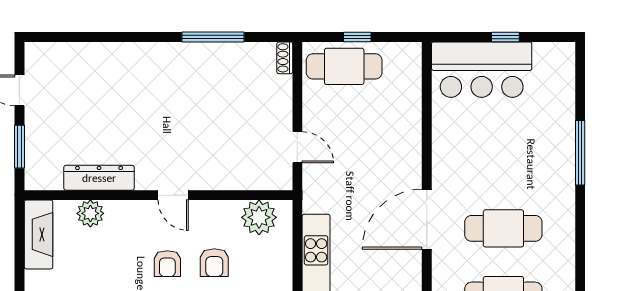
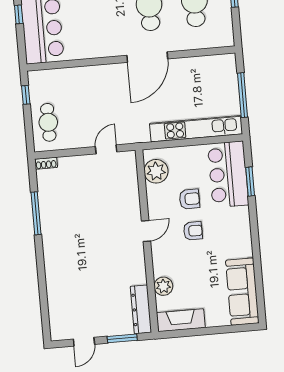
window: (357, 37) -> (26, 95), moved
cafe table: (344, 66) -> (48, 122), width x0.73, depth x0.74
dresser: (99, 178) -> (141, 309), moved
door: (427, 219) -> (147, 57), hinge flipped

